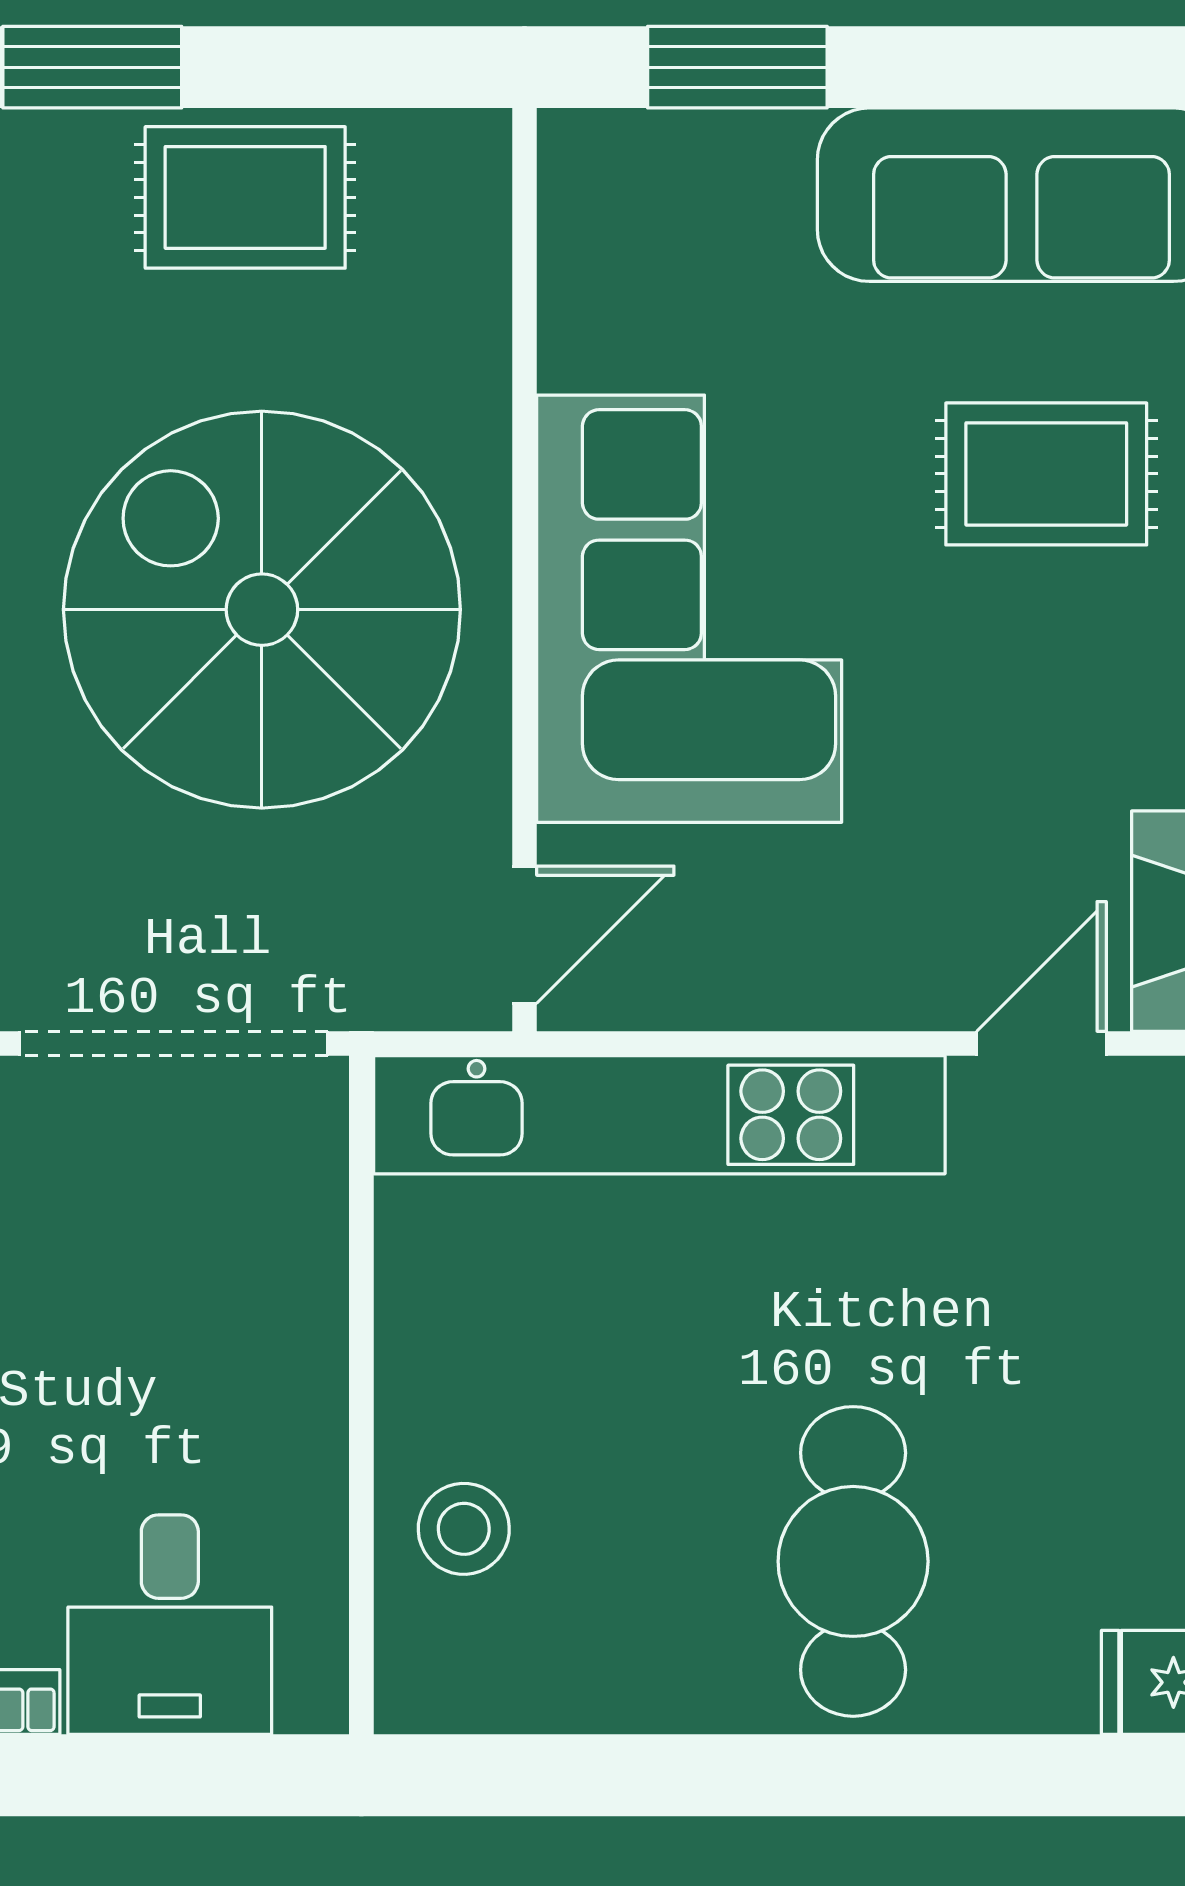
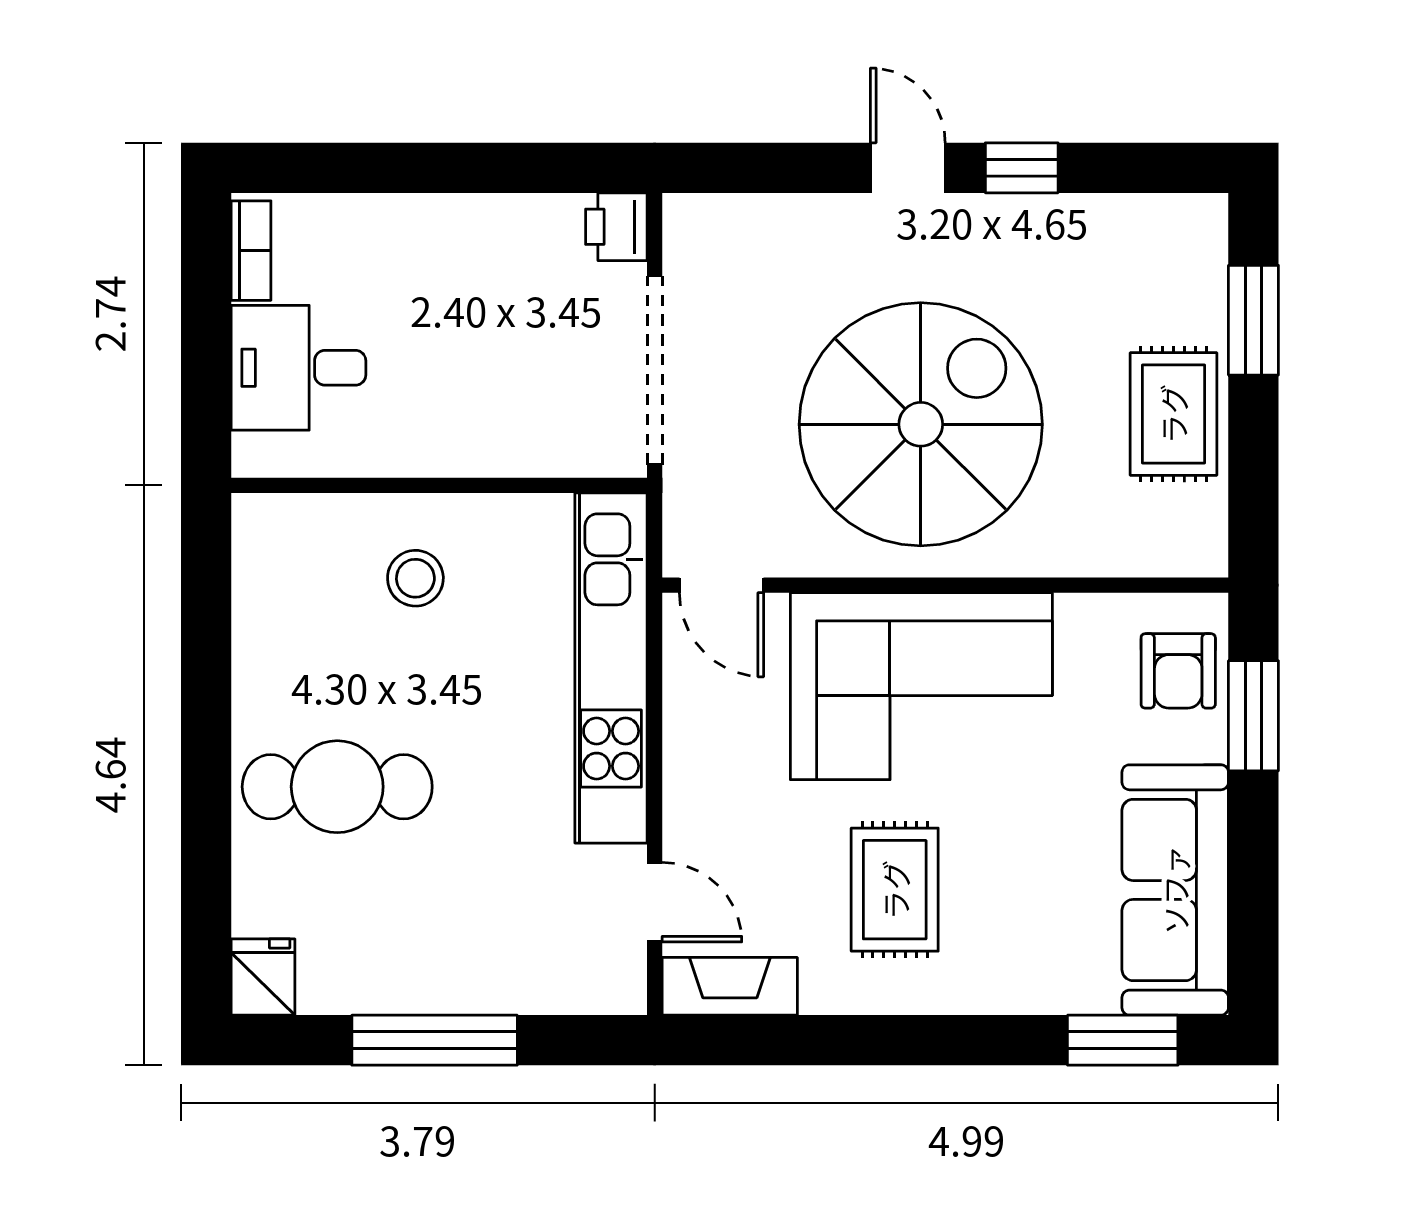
armchair: (664, 190) -> (1178, 671), added
rug: (1046, 474) -> (895, 890), moved
stool: (464, 1529) -> (415, 578), moved

